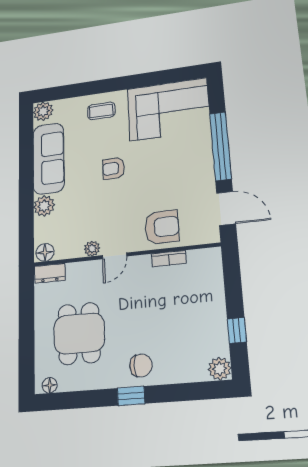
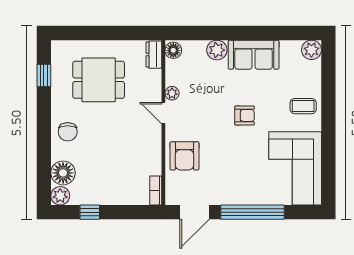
coffee table: (101, 111) -> (303, 106), turned 90
sofa: (49, 158) -> (254, 55), width x0.73
armchair: (114, 168) -> (245, 115), turned 90
bookcase: (169, 259) -> (156, 191), moved
floor lamp: (50, 385) -> (63, 173), moved, width x1.89, depth x1.89
window: (131, 396) -> (44, 76), moved

